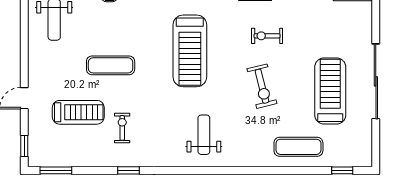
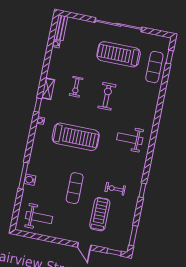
exercise bike: (262, 86) -> (107, 96), turned -76
exercise mat: (298, 147) -> (154, 67), moved

